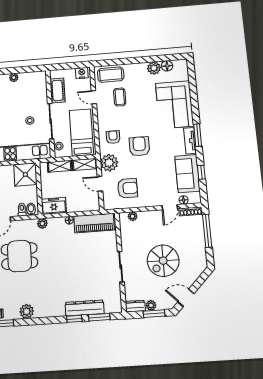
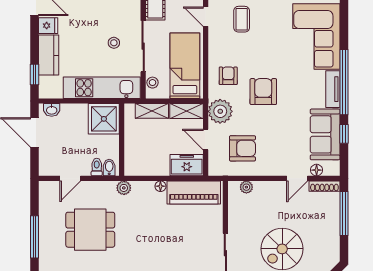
window: (198, 135) -> (344, 82), width x2.11
freezer: (54, 206) -> (187, 165), moved

